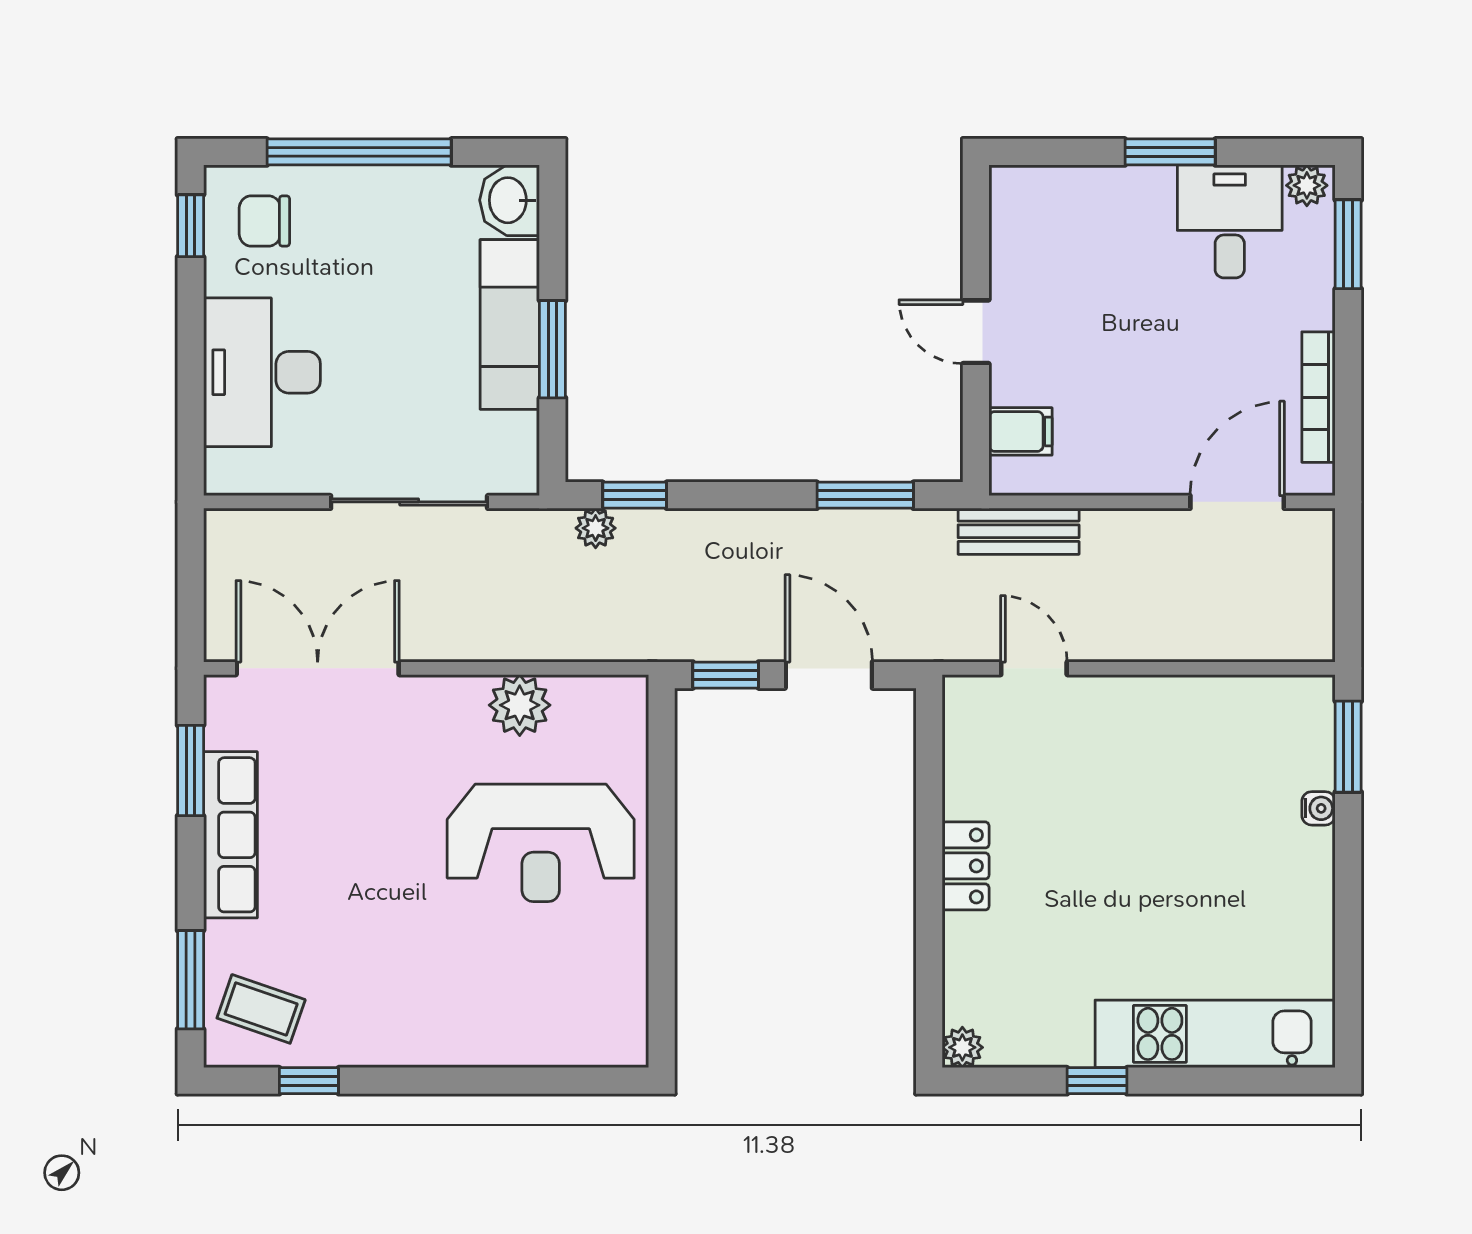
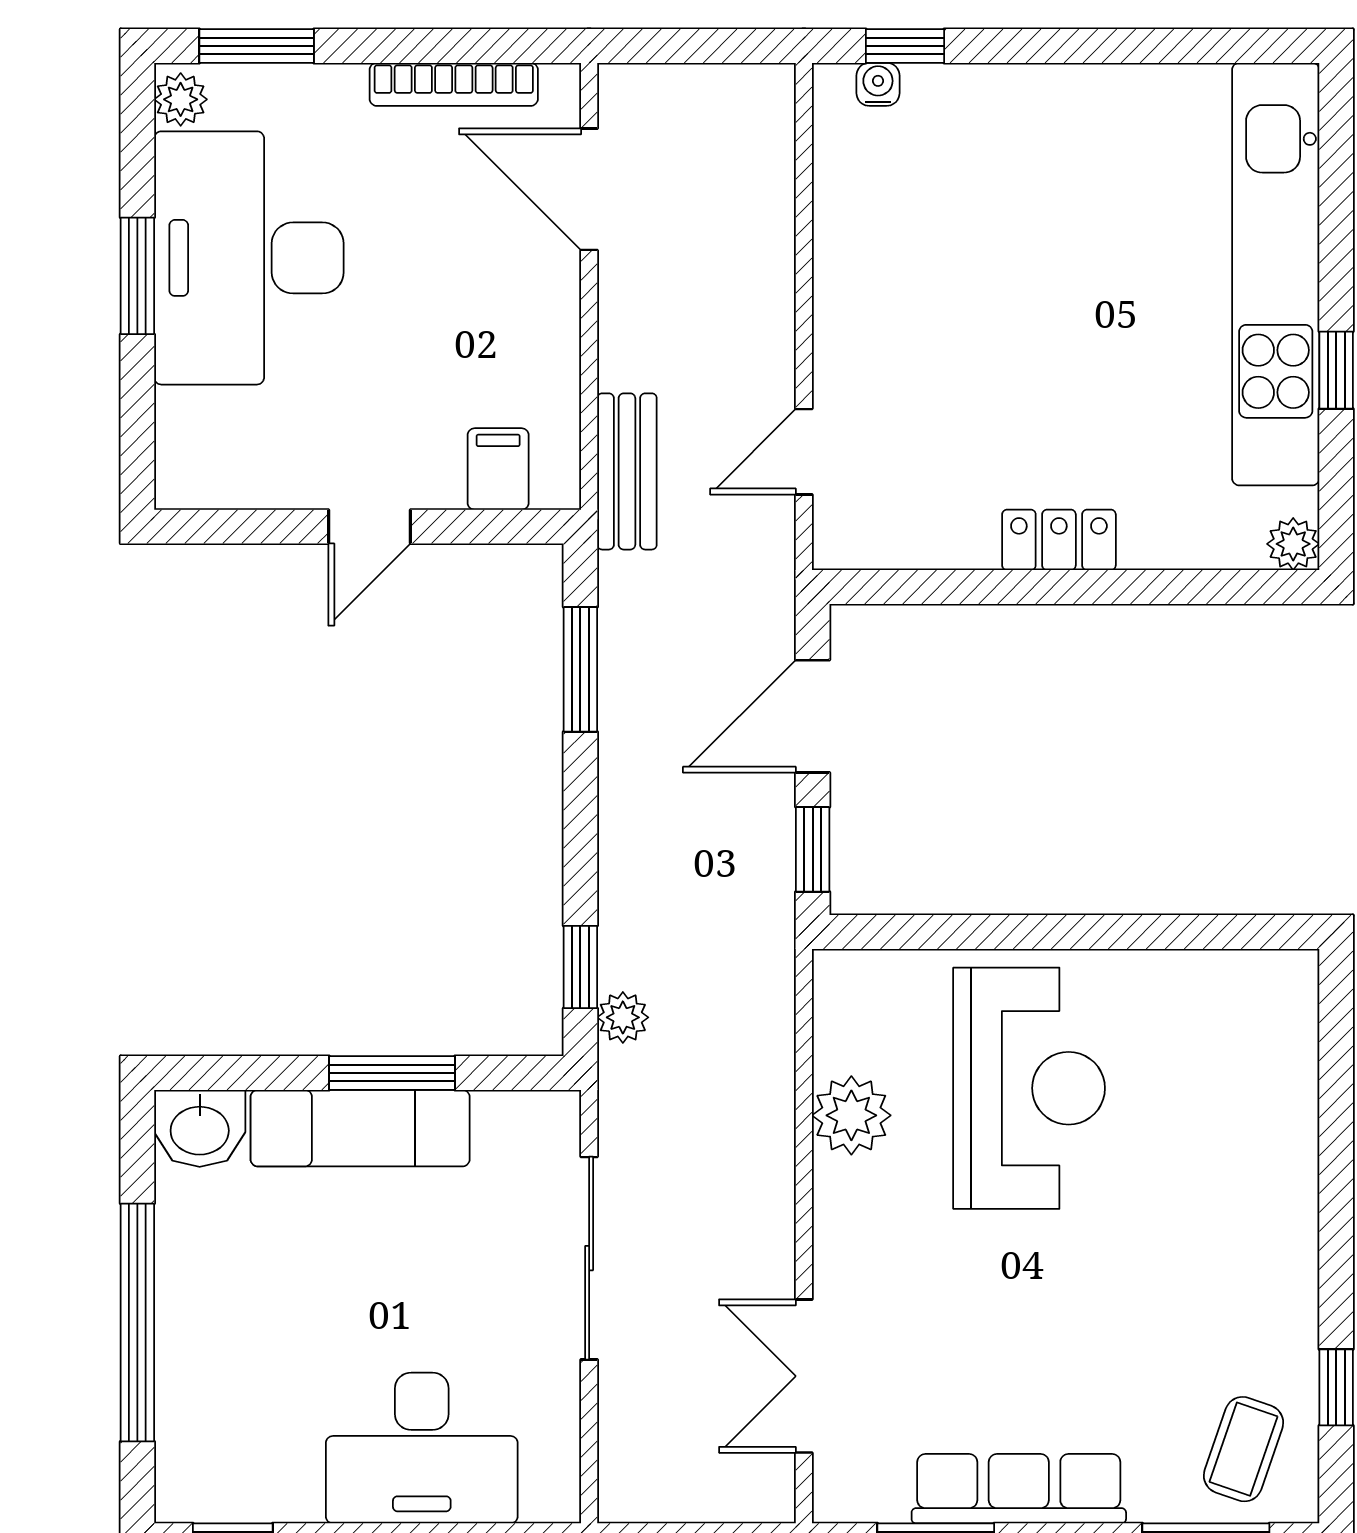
chair: (264, 221) -> (227, 1445), removed
desk: (1230, 221) -> (249, 258), width x1.87, depth x1.30
double door: (318, 668) -> (804, 1376), width x0.73
window: (1348, 747) -> (905, 46), width x0.67
water cooler: (1318, 808) -> (878, 84), moved
kitchen unit: (1215, 1034) -> (1276, 274), width x1.36

